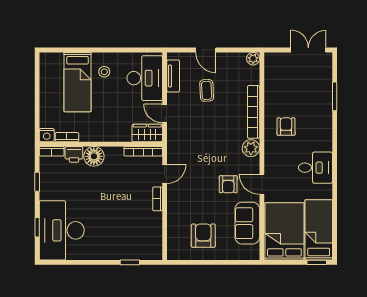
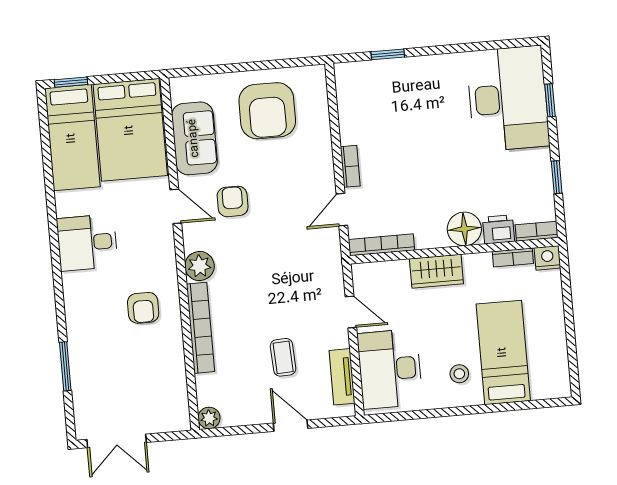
wardrobe: (147, 133) -> (436, 271), moved
armchair: (203, 236) -> (267, 111), width x1.36, depth x1.36

